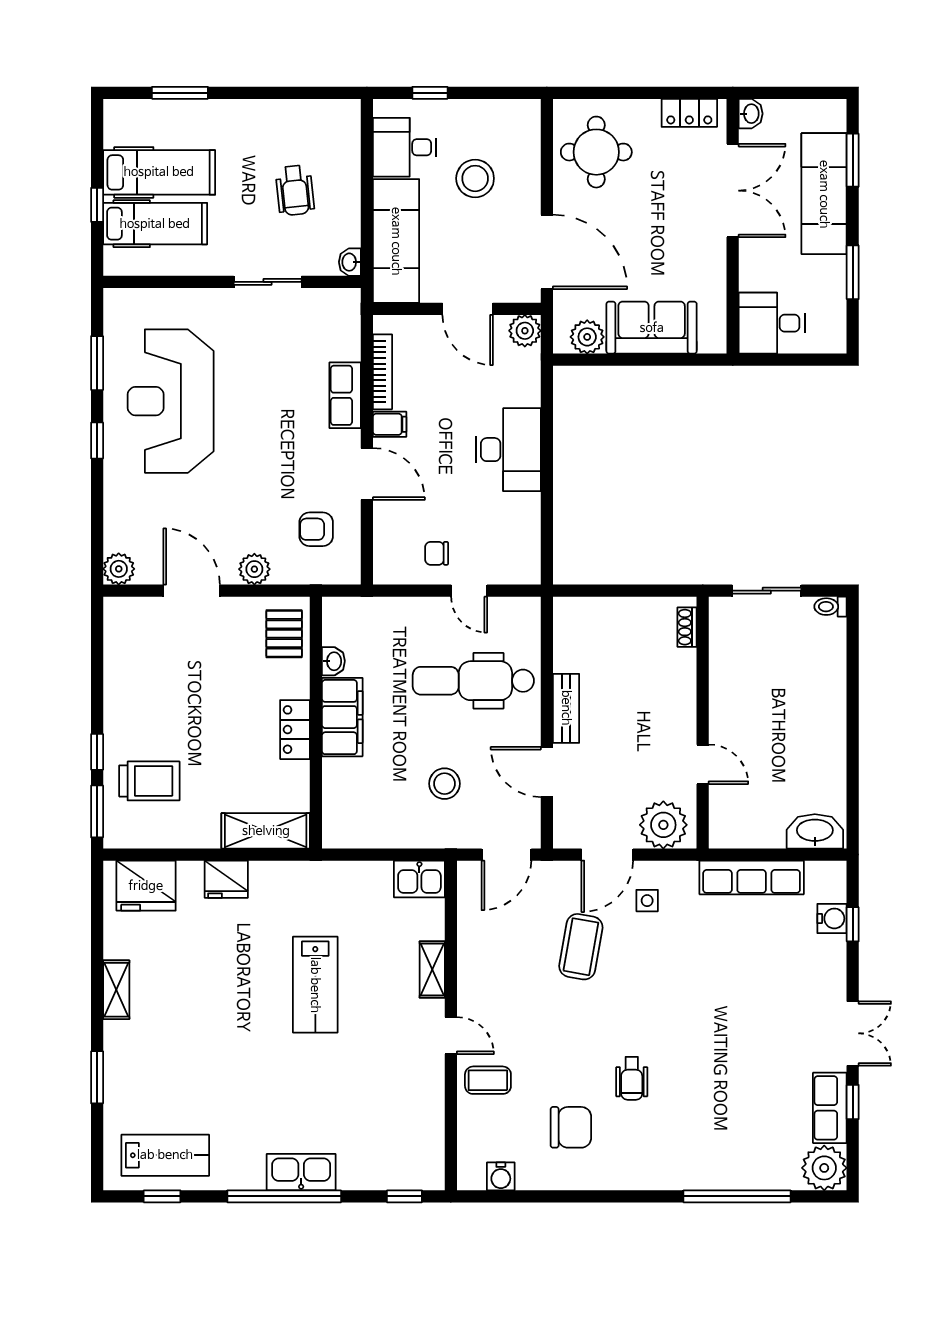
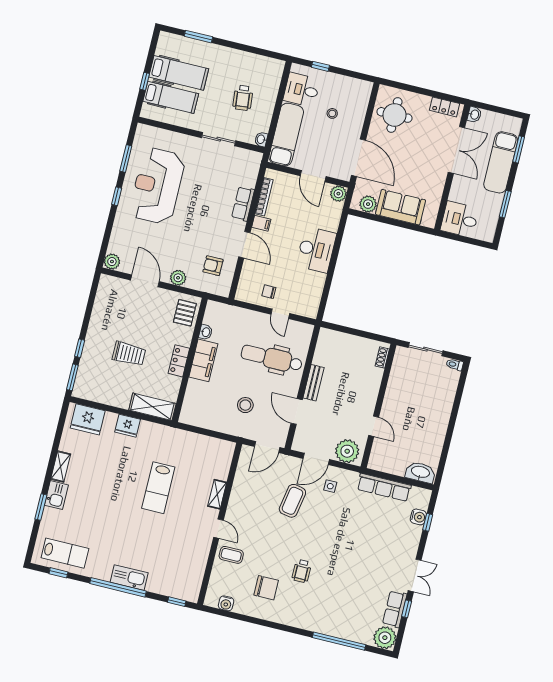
stool: (475, 178) -> (332, 113), width x0.53, depth x0.53
trolley: (149, 781) -> (129, 354), moved
kitchen sink: (419, 879) -> (56, 495), moved, turned -90

